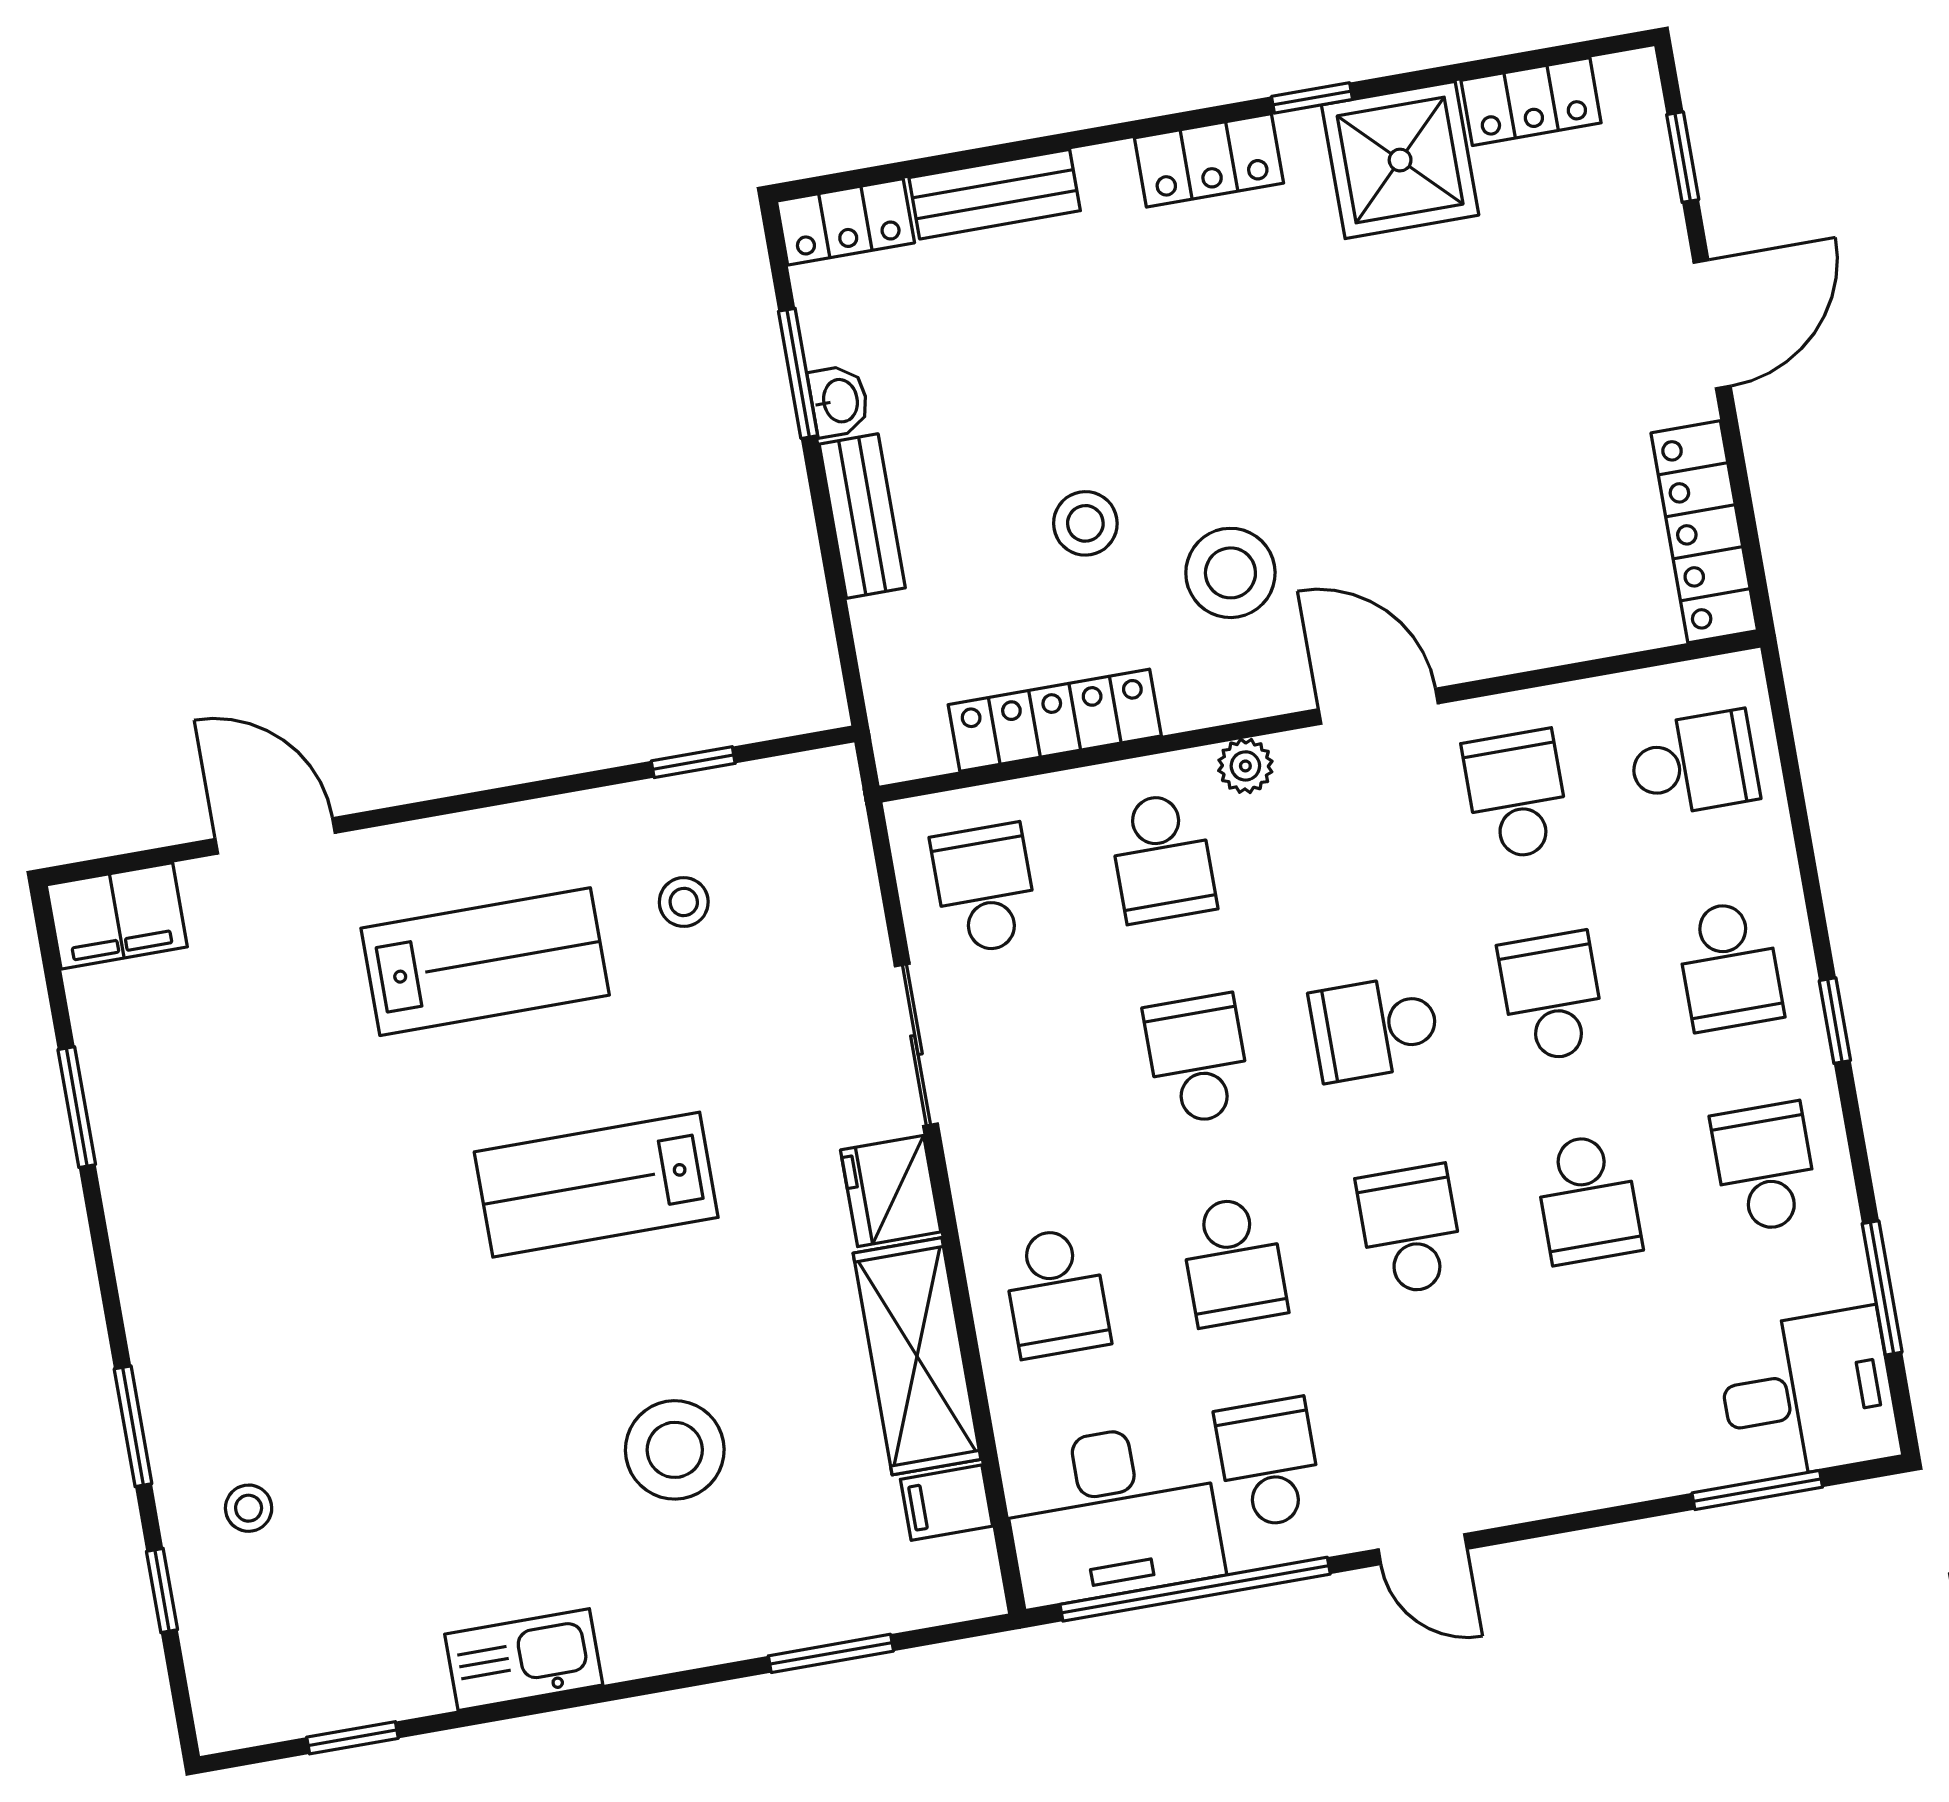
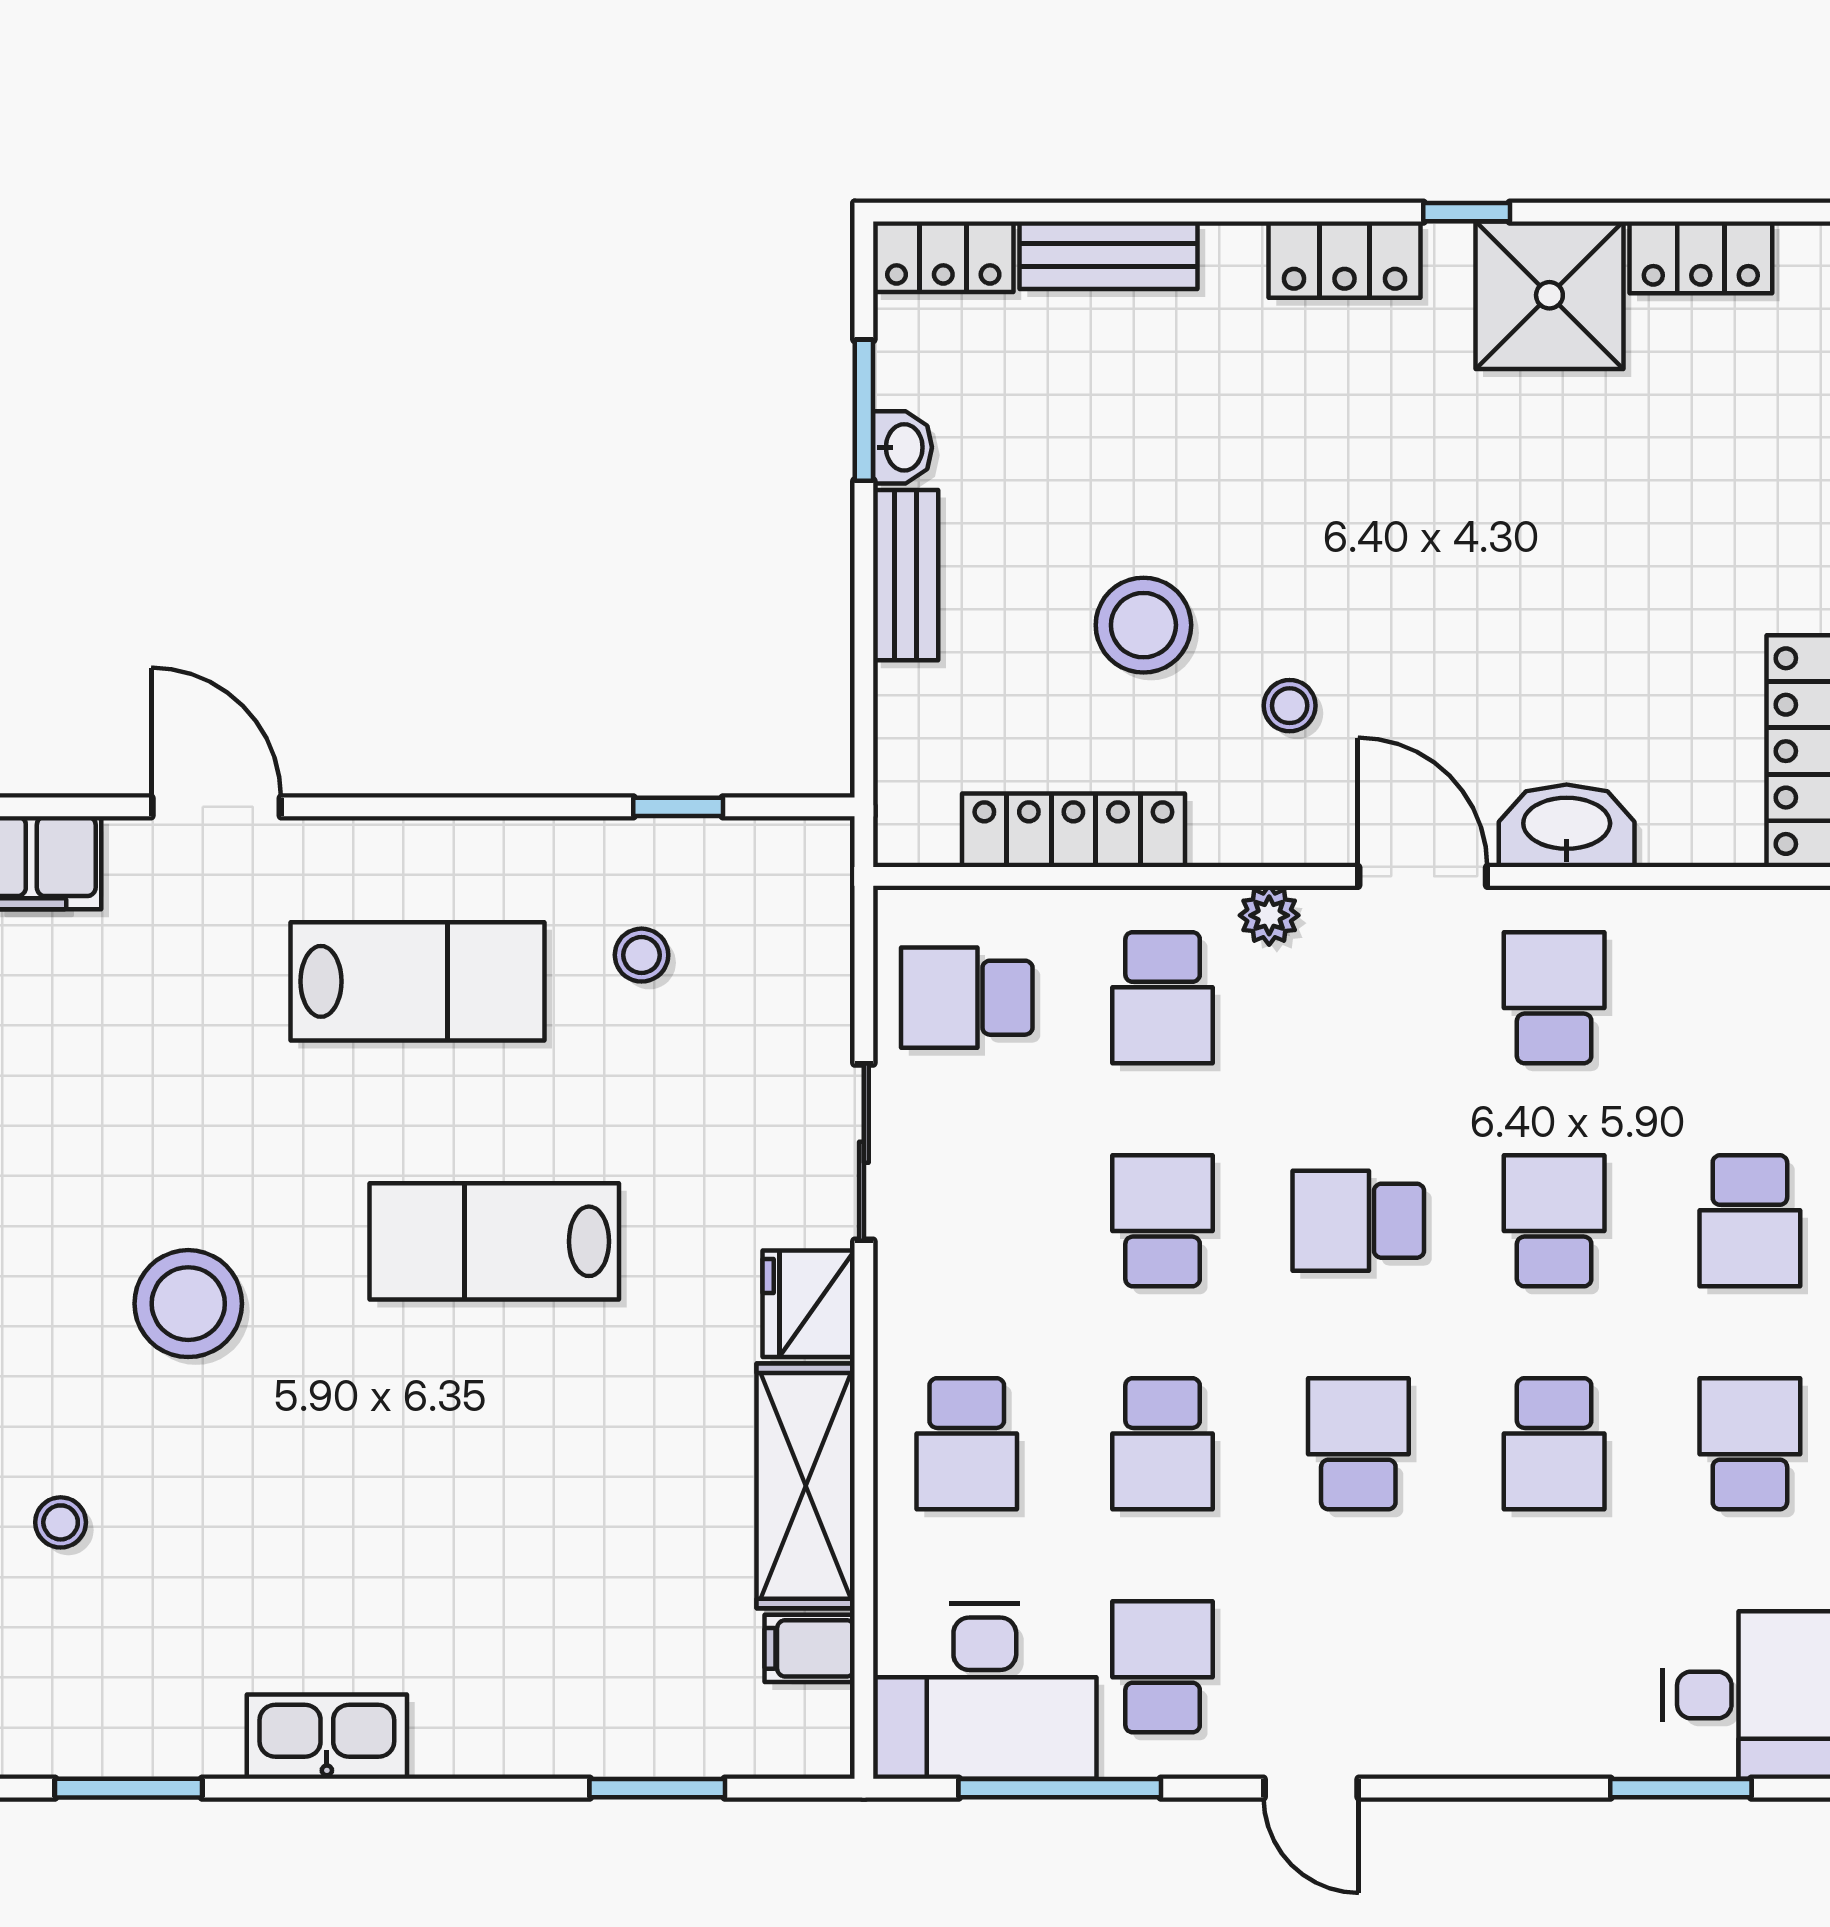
stool: (1085, 523) -> (1143, 625), width x1.38, depth x1.38
stool: (1230, 573) -> (1290, 706), width x0.53, depth x0.53
washbasin: (1500, 637) -> (1567, 826), added
school desk: (1694, 764) -> (1750, 998), removed
school desk: (985, 889) -> (967, 998), turned -90
stool: (675, 1450) -> (188, 1304), moved
window: (1195, 1589) -> (1060, 1788), width x0.68
window: (352, 1738) -> (129, 1788), width x1.50

